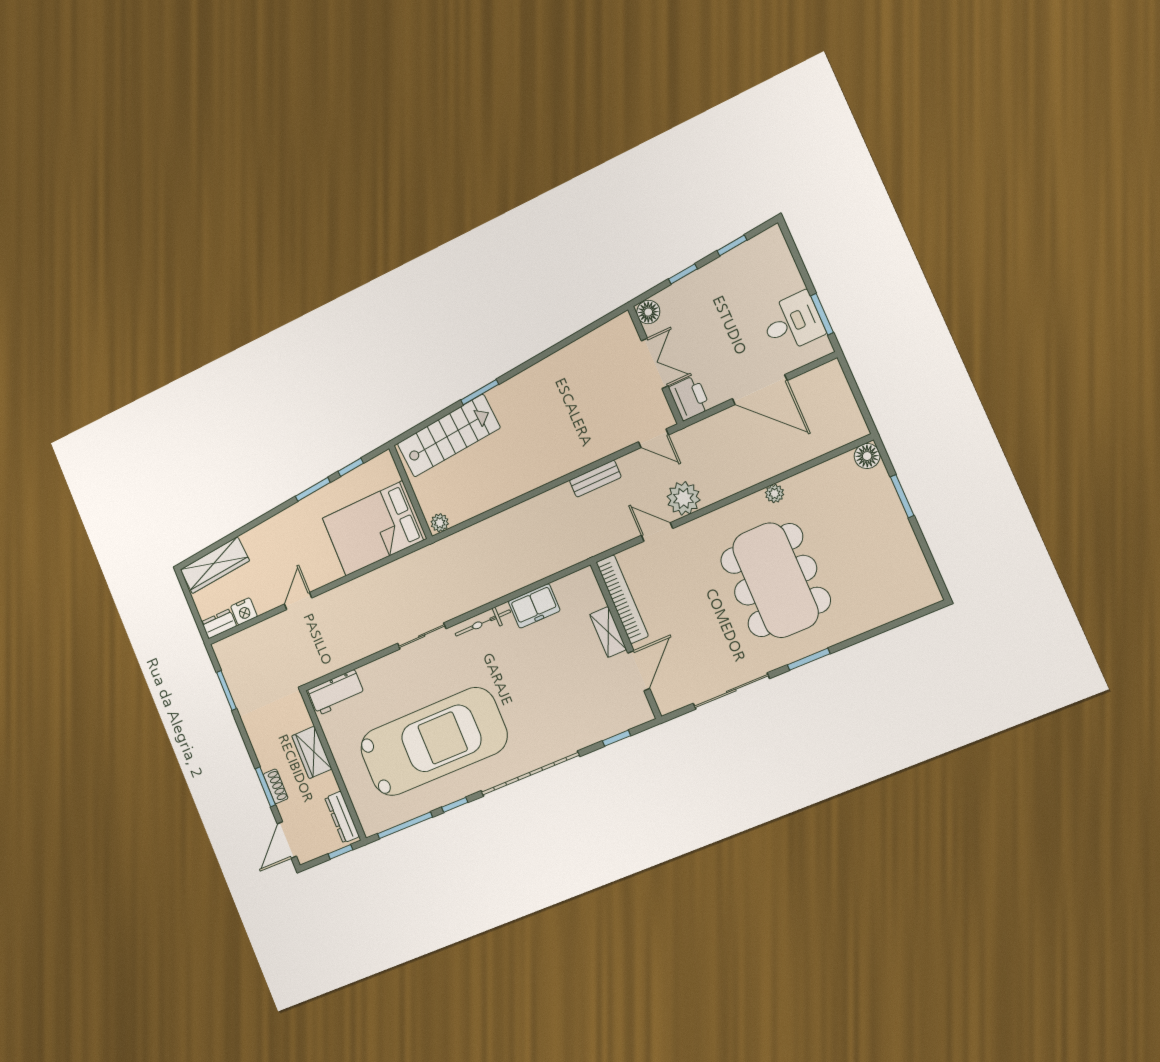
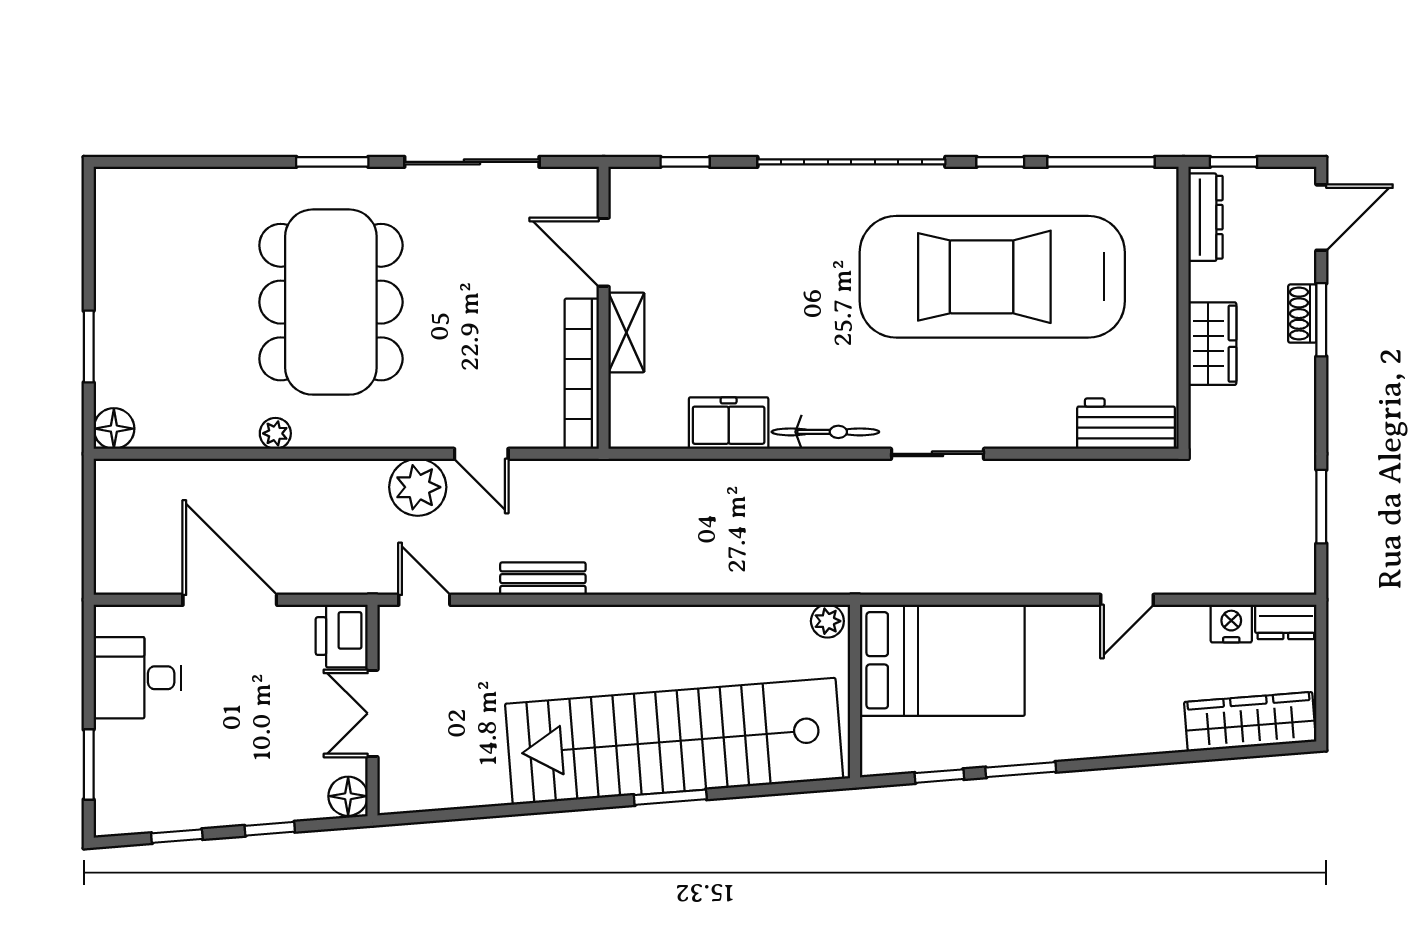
window: (822, 314) -> (89, 765), moved
stairs: (449, 436) -> (674, 741), width x1.86, depth x1.51
door: (639, 671) -> (604, 252), hinge flipped

